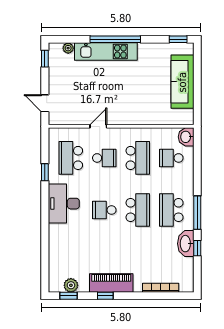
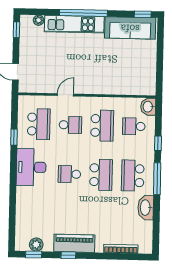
sofa: (182, 82) -> (130, 28), moved, turned -90
school desk: (71, 158) -> (39, 124), turned 180
window: (197, 248) -> (158, 143), moved

